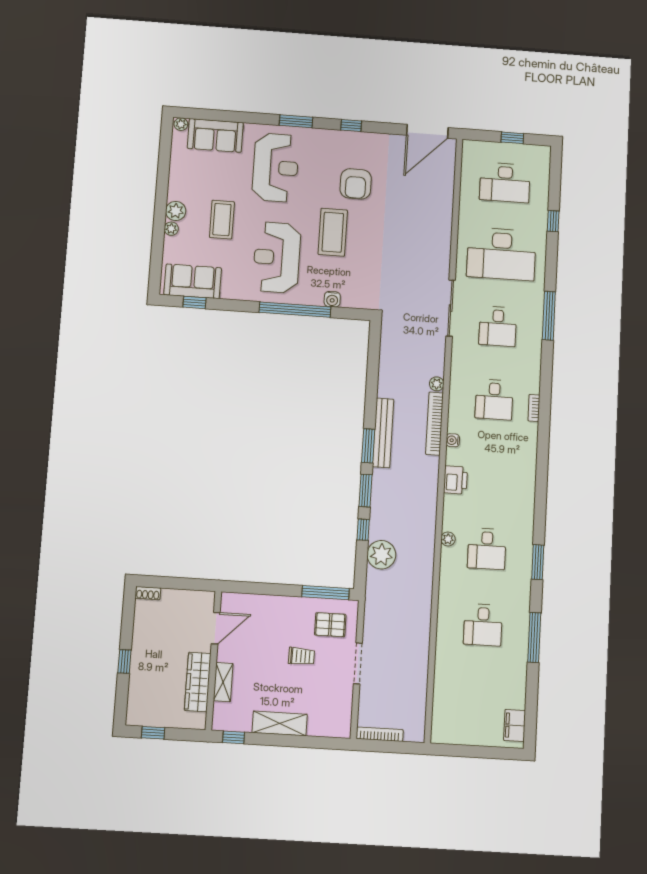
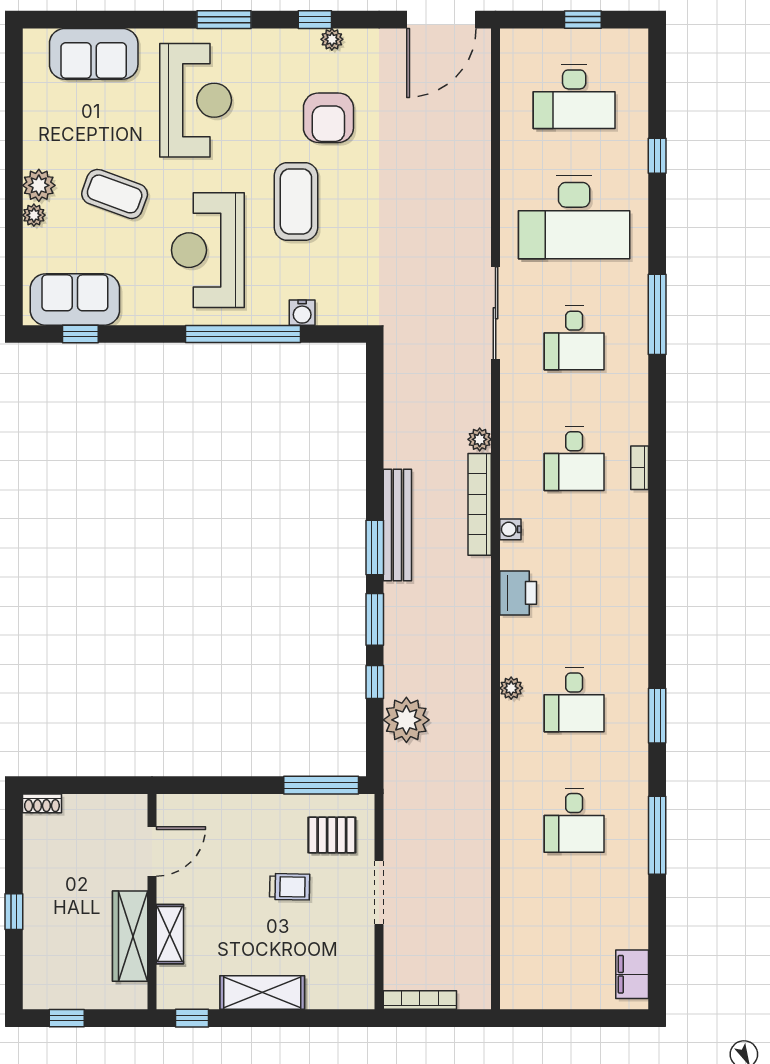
plant: (181, 124) -> (332, 39), moved
coffee table: (222, 220) -> (115, 194), turned -70

